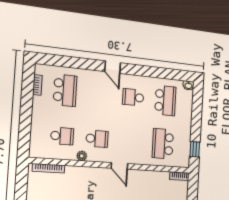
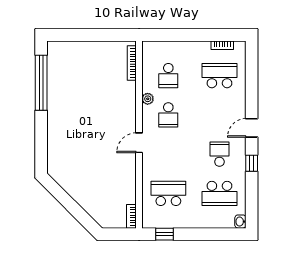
window: (142, 71) -> (252, 163), added
school desk: (65, 90) -> (219, 76), turned 180

